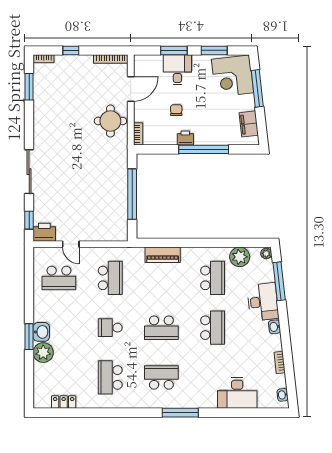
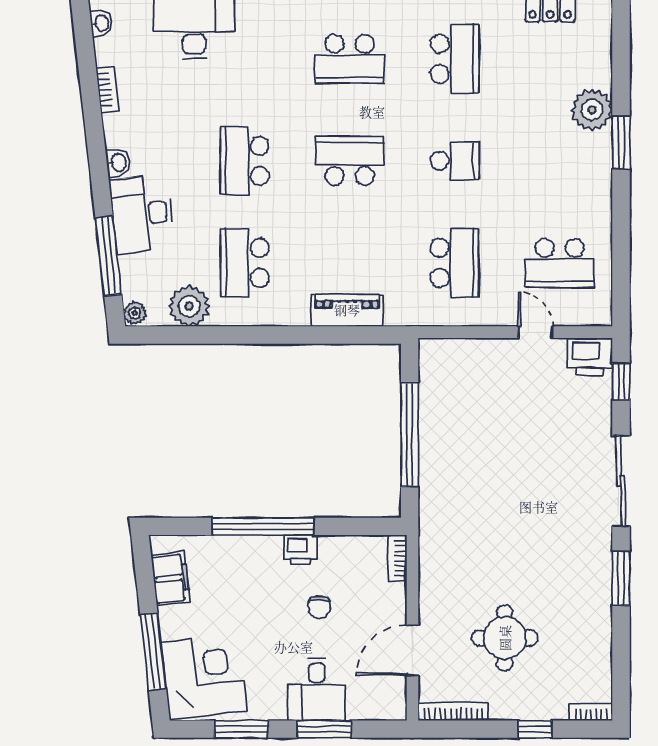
window: (29, 87) -> (621, 578), moved
round table: (110, 121) -> (505, 638), moved
school desk: (59, 278) -> (560, 263), turned 180
school desk: (110, 278) -> (455, 263), turned 180
washbasin: (41, 332) -> (596, 152), removed

